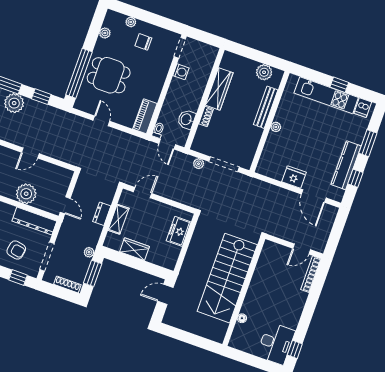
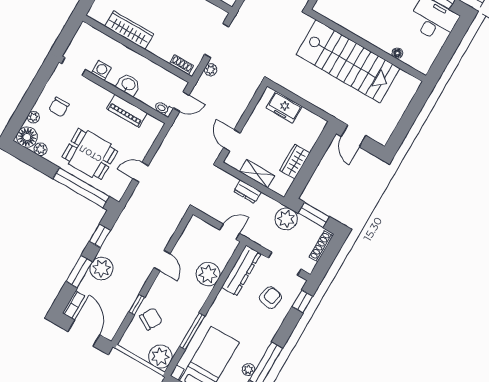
floor lamp: (113, 20) -> (27, 137), added
dining table: (109, 75) -> (90, 154), turned 90
piano: (145, 116) -> (127, 111), moved
shoe rack: (206, 117) -> (182, 65), moved
washbasin: (187, 119) -> (128, 85), moved, turned 180
plant: (89, 252) -> (286, 219), width x1.88, depth x1.88

